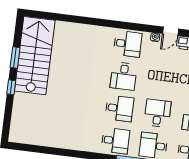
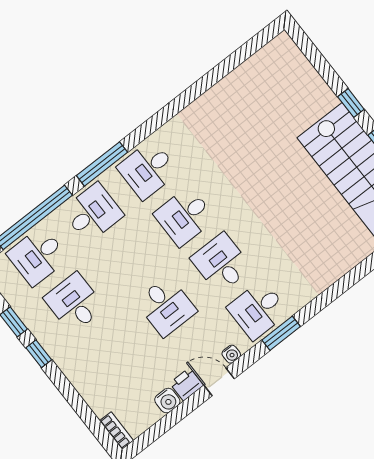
window: (128, 26) -> (281, 333), added
door: (171, 31) -> (219, 382), hinge flipped
desk: (158, 113) -> (166, 306), moved

